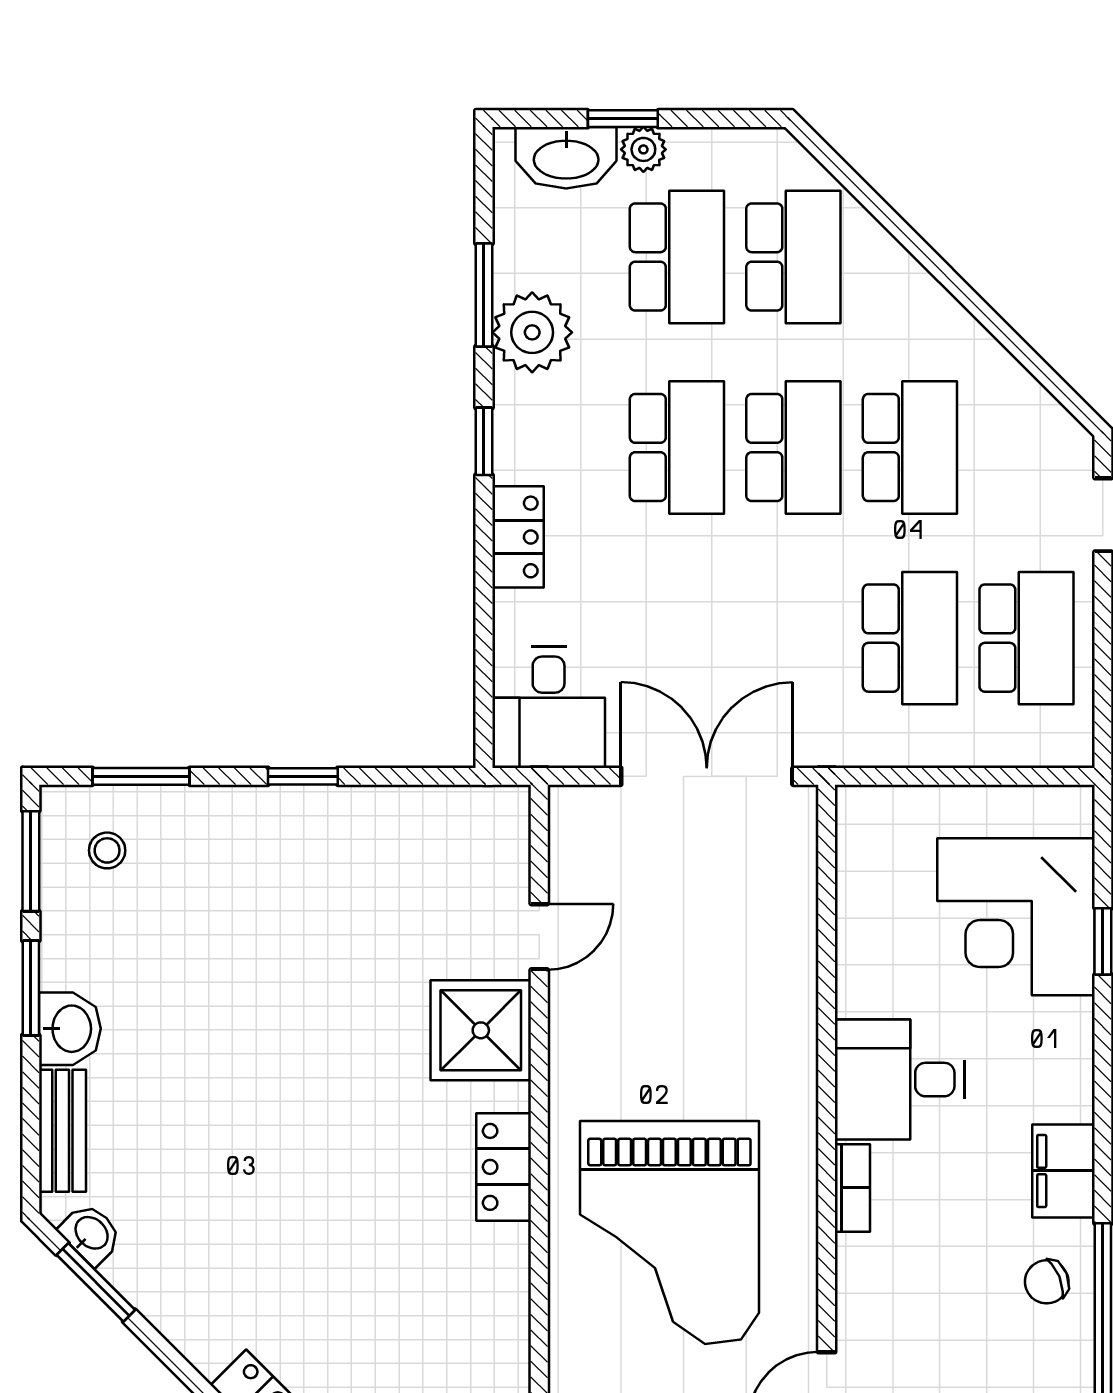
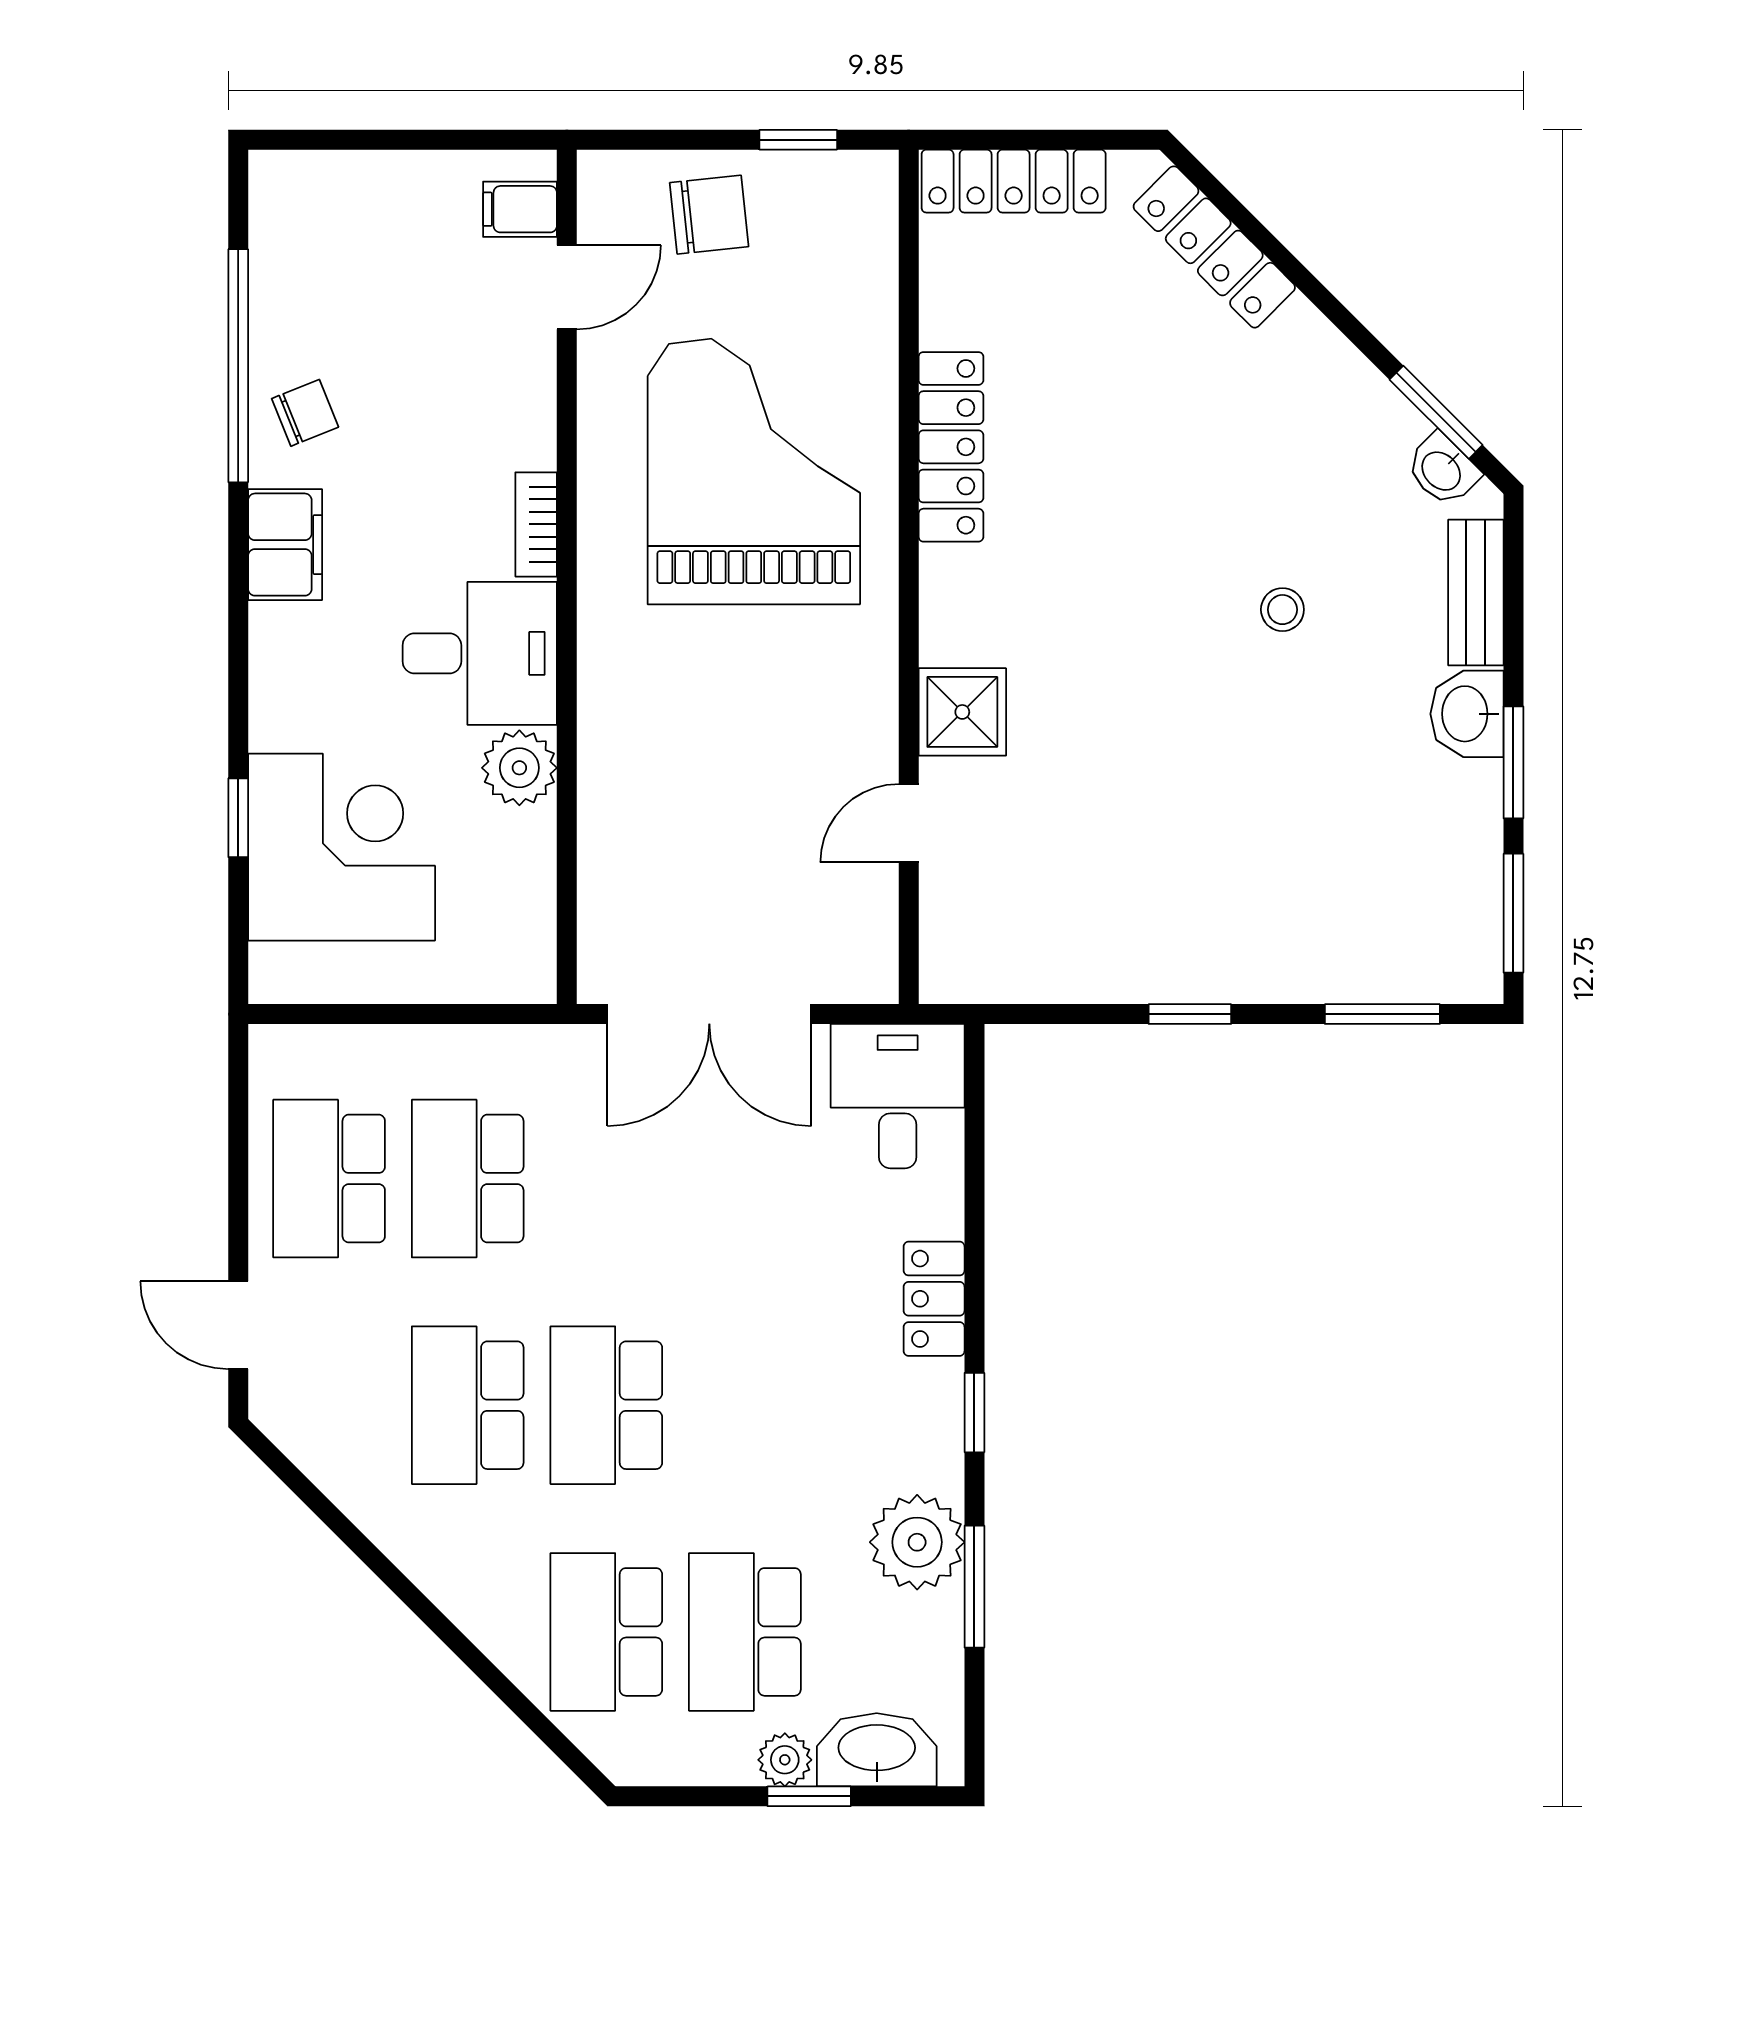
school desk: (677, 448) -> (745, 1405), removed
stool: (107, 850) -> (1282, 610), moved
plant: (867, 983) -> (519, 768), added
shower: (481, 1030) -> (962, 712), width x0.73, depth x0.73
locker: (504, 1167) -> (951, 447), moved, width x1.53

